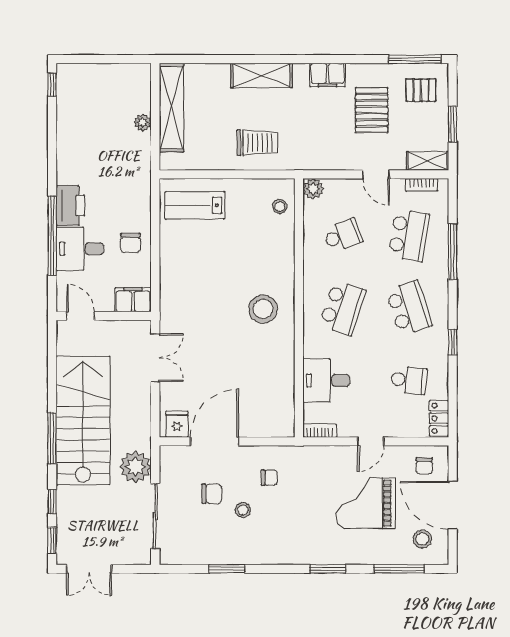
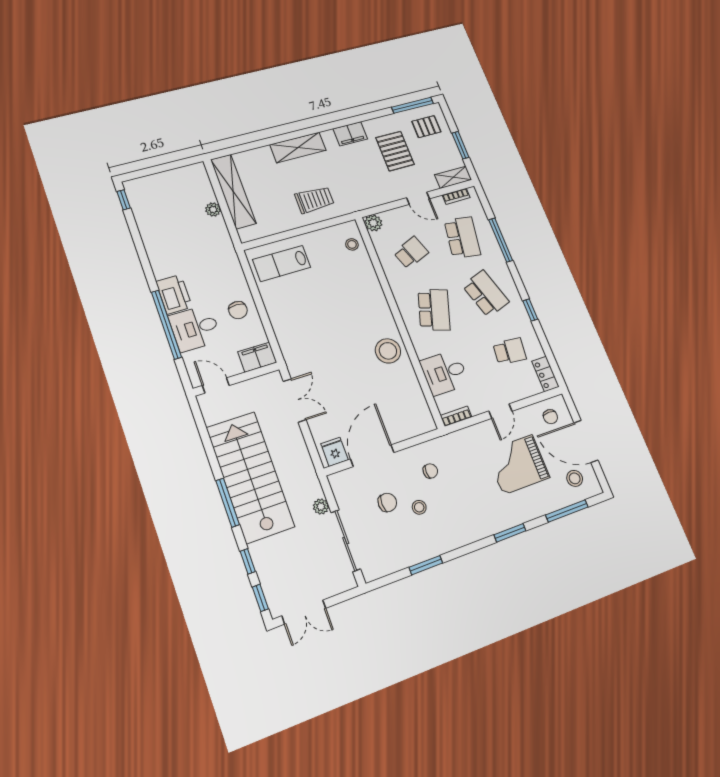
stool: (263, 309) -> (388, 351), moved
plant: (135, 467) -> (321, 507), width x0.53, depth x0.53

